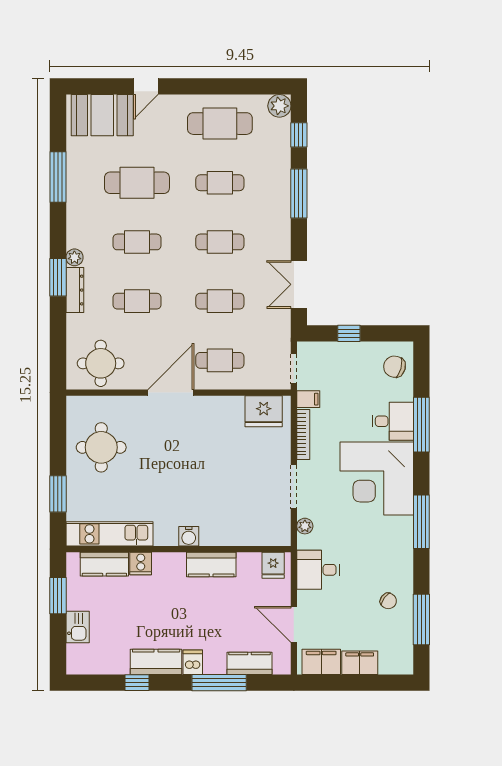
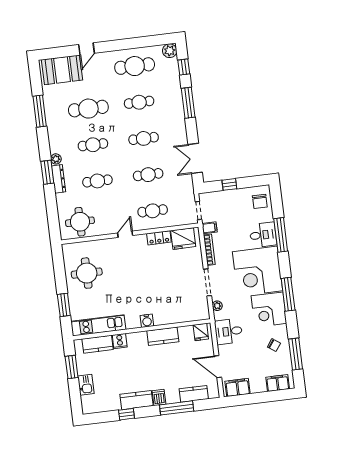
chair: (394, 367) -> (260, 201), turned -105
door: (171, 393) -> (125, 234), width x0.53
locker: (225, 405) -> (159, 238), added
corner desk: (387, 543) -> (269, 310), added
filing cabinet: (360, 663) -> (278, 383), moved

